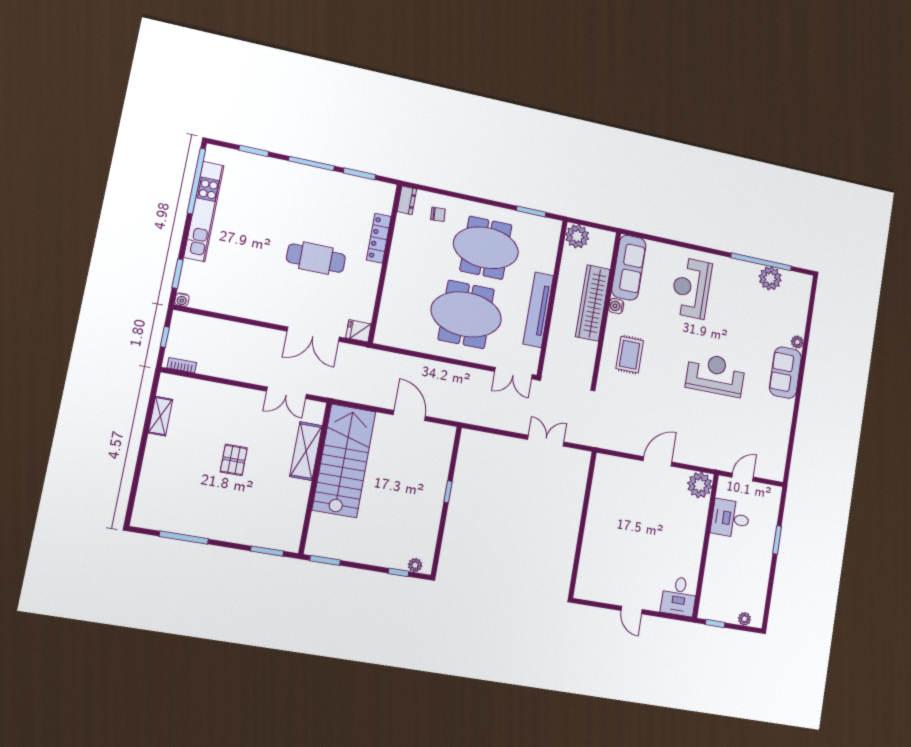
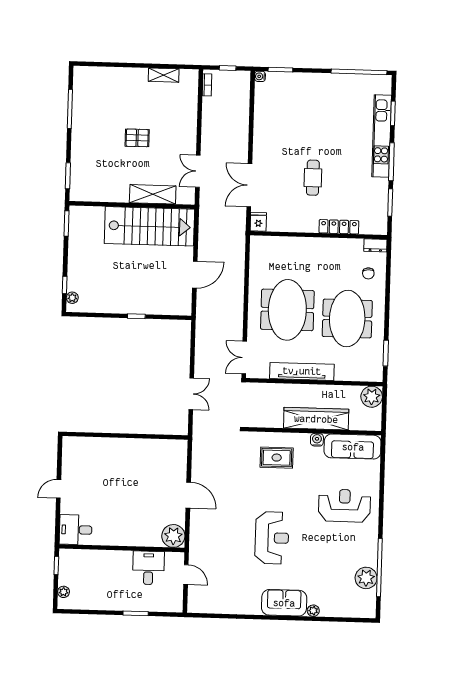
kitchen unit: (204, 211) -> (382, 136), moved, turned 90
cafe table: (316, 258) -> (313, 178), width x0.73, depth x0.74

